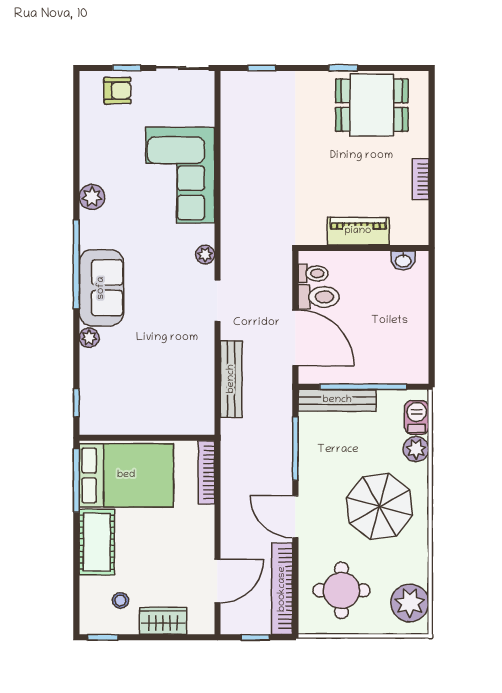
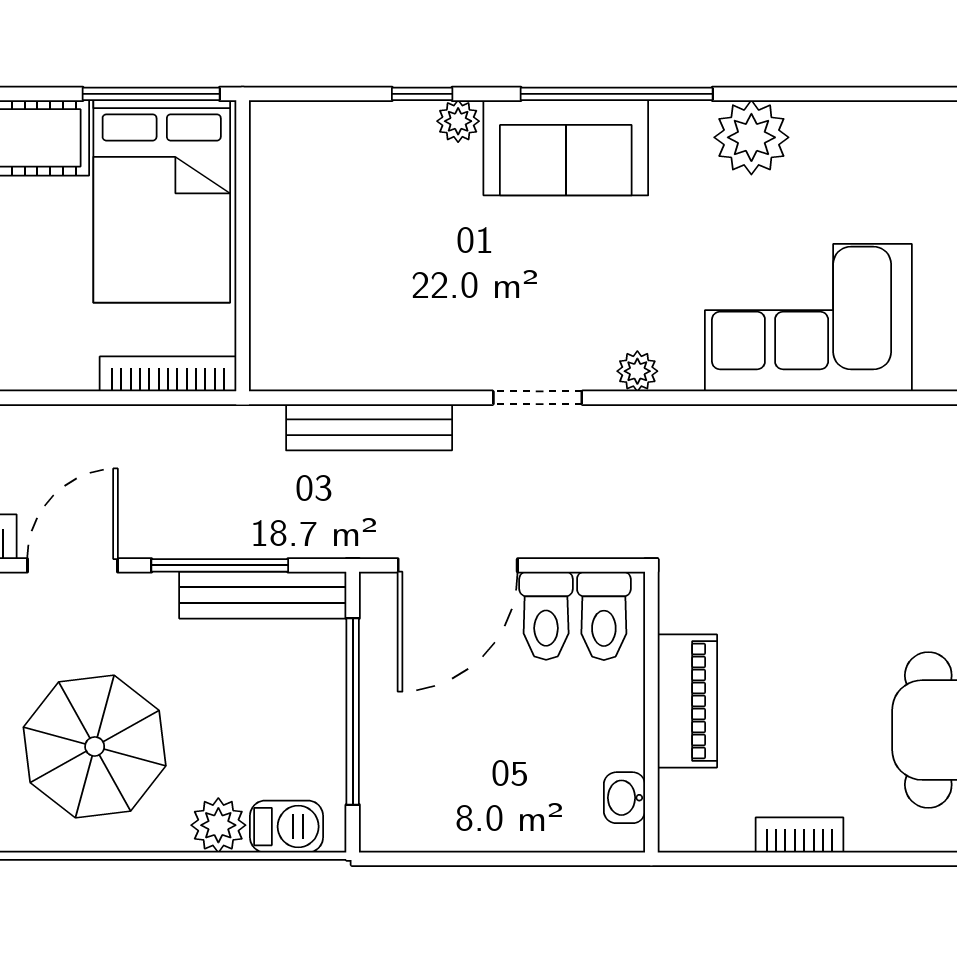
plant: (92, 197) -> (751, 137), width x1.36, depth x1.36
toilet: (313, 273) -> (604, 616), width x1.37, depth x1.39
bench: (337, 400) -> (263, 595), moved, turned 90
window: (76, 403) -> (422, 94), moved

